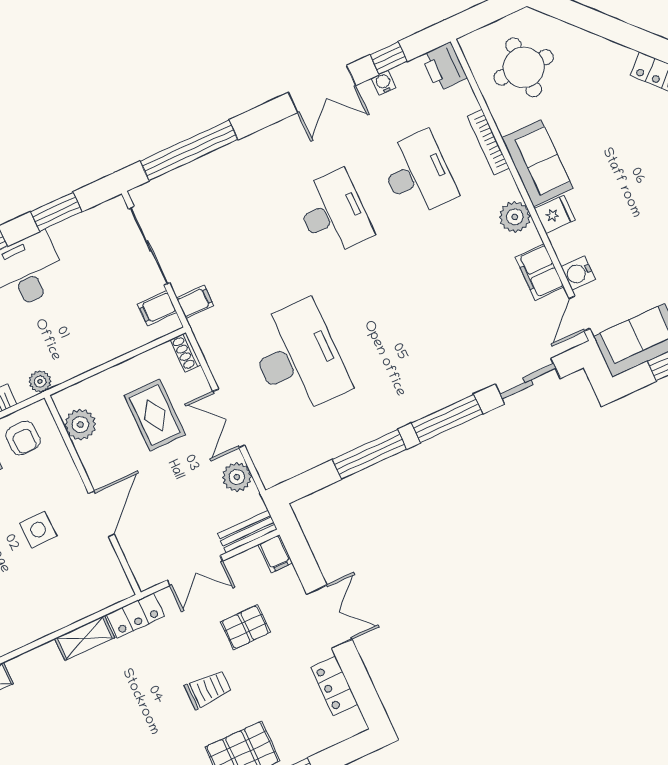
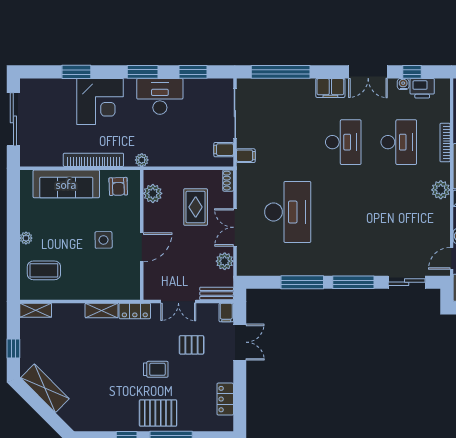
printer: (444, 66) -> (422, 88), moved, turned -90
filing cabinet: (540, 272) -> (330, 88), moved, turned -90
double door: (329, 617) -> (240, 342), moved

